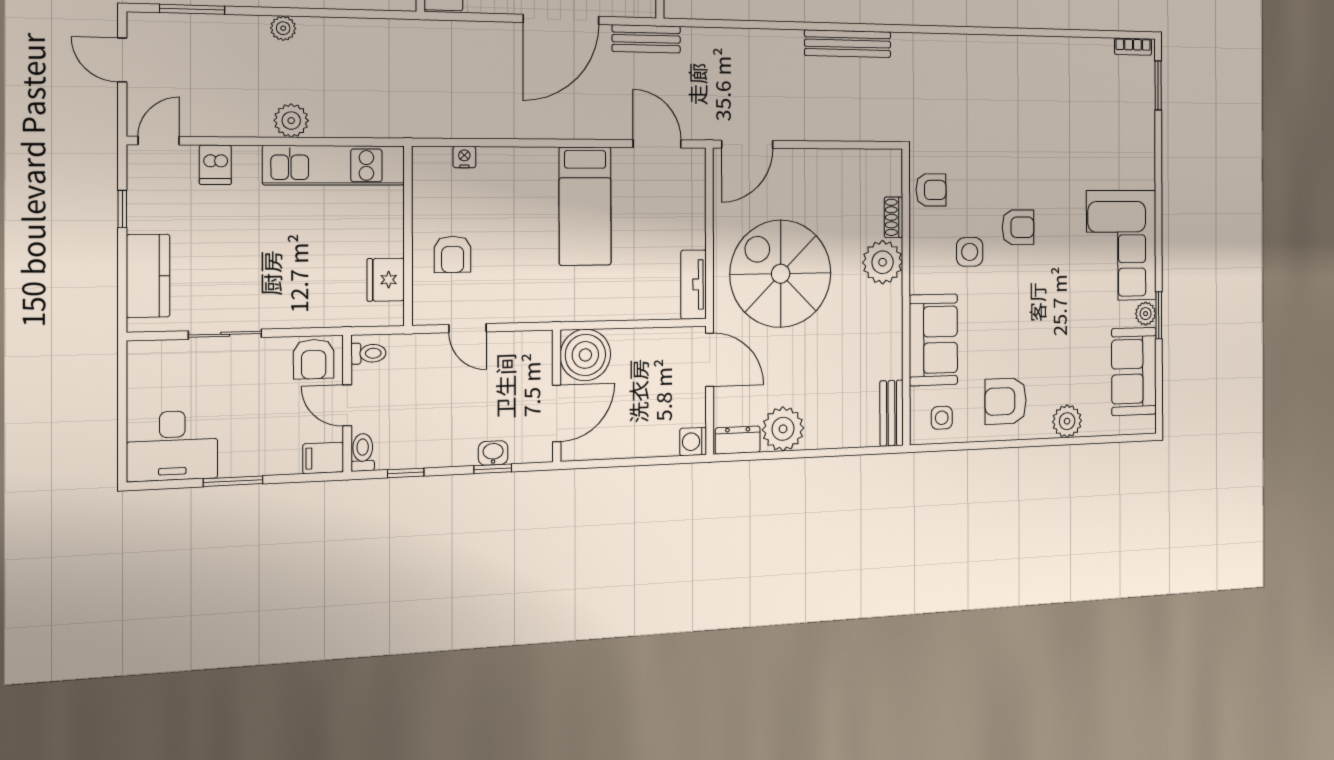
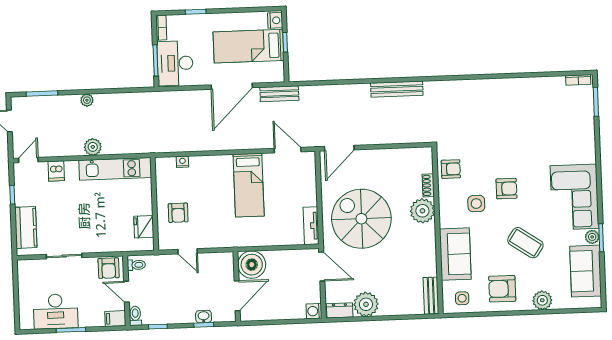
coffee table: (1044, 322) -> (525, 243), added
desk: (172, 446) -> (56, 311), moved

